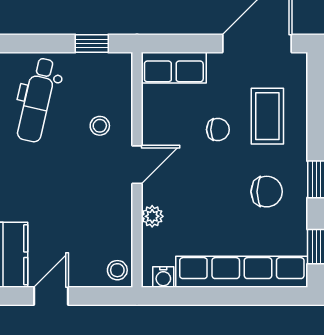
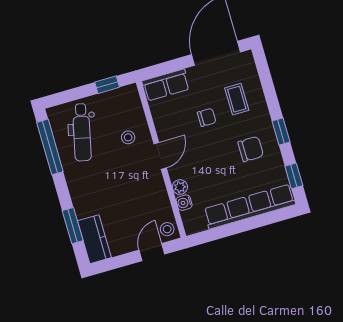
coffee table: (267, 116) -> (237, 99), width x0.73, depth x0.77
water cooler: (163, 277) -> (184, 203), moved, turned 90
door: (51, 296) -> (152, 252), moved

